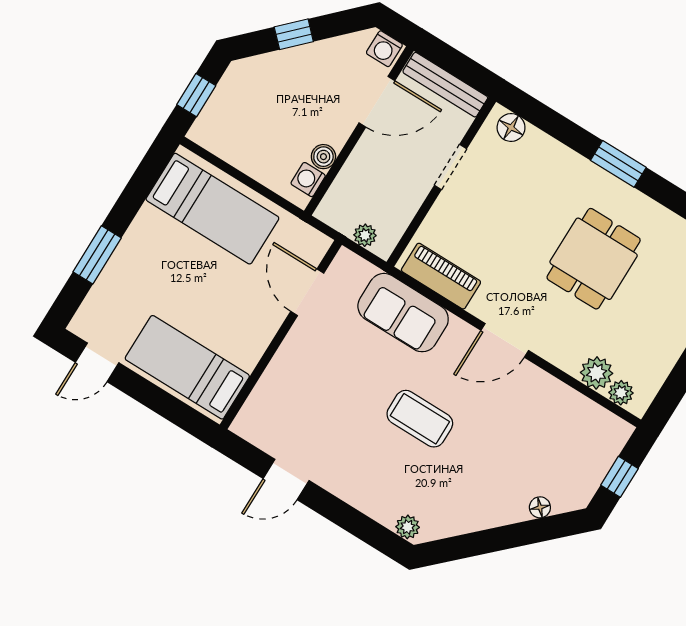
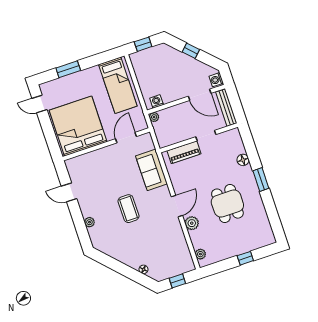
floor lamp: (511, 127) -> (243, 160), moved
boiler: (323, 157) -> (168, 98), removed
plant: (365, 235) -> (154, 117), moved
dining table: (594, 259) -> (227, 204), turned 90
piano: (441, 276) -> (184, 152), moved, turned 90
door: (505, 340) -> (177, 206), swing flipped
bed: (187, 367) -> (78, 126), width x2.04
plant: (597, 373) -> (192, 223), moved
plant: (408, 527) -> (89, 222), moved

